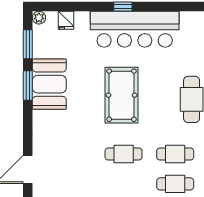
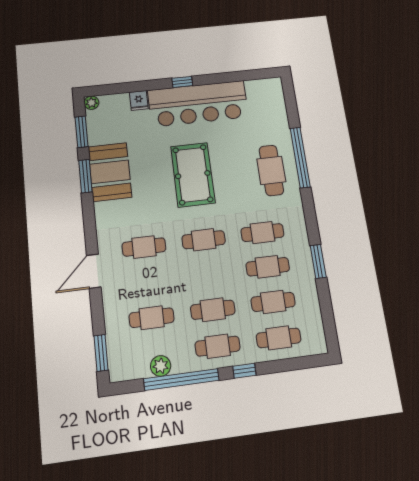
fridge: (66, 20) -> (139, 100), moved
cafe table: (72, 154) -> (144, 247), added

